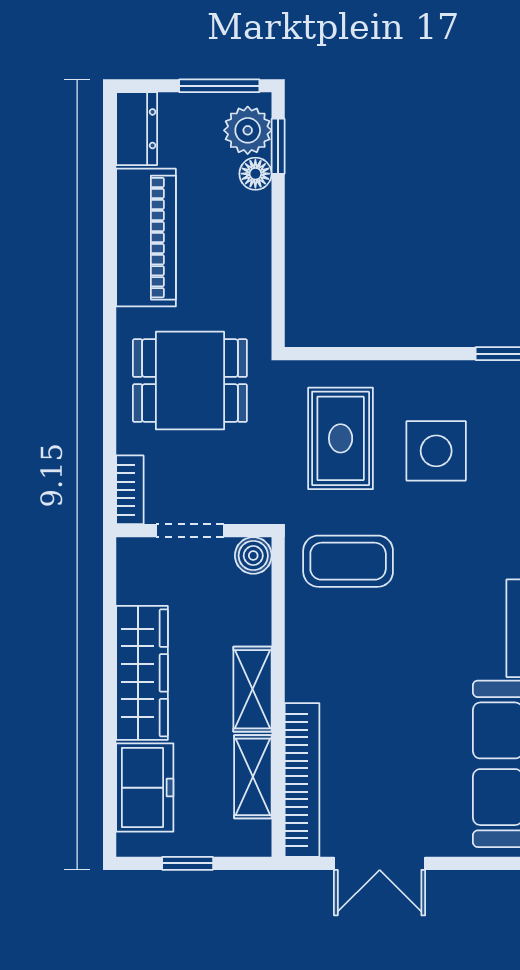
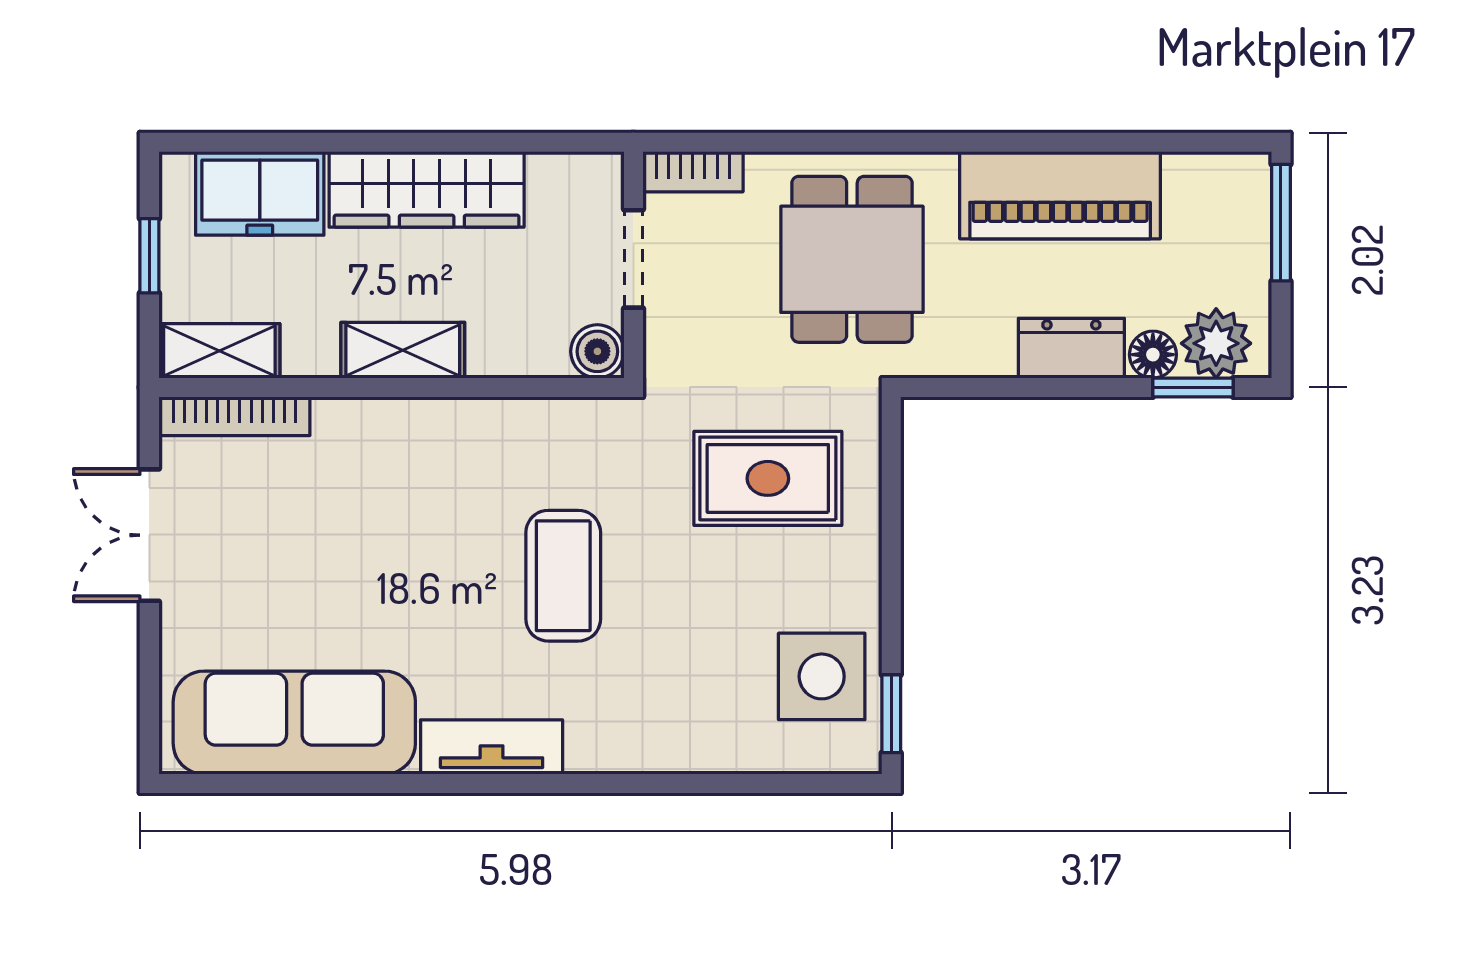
window: (219, 86) -> (1281, 223), moved
dresser: (137, 129) -> (1071, 348), moved, turned 180
side table: (436, 451) -> (822, 676), moved
coffee table: (348, 561) -> (563, 576), moved
shelving: (253, 777) -> (219, 351), moved
bookcase: (302, 780) -> (234, 416), width x0.68, depth x0.76

